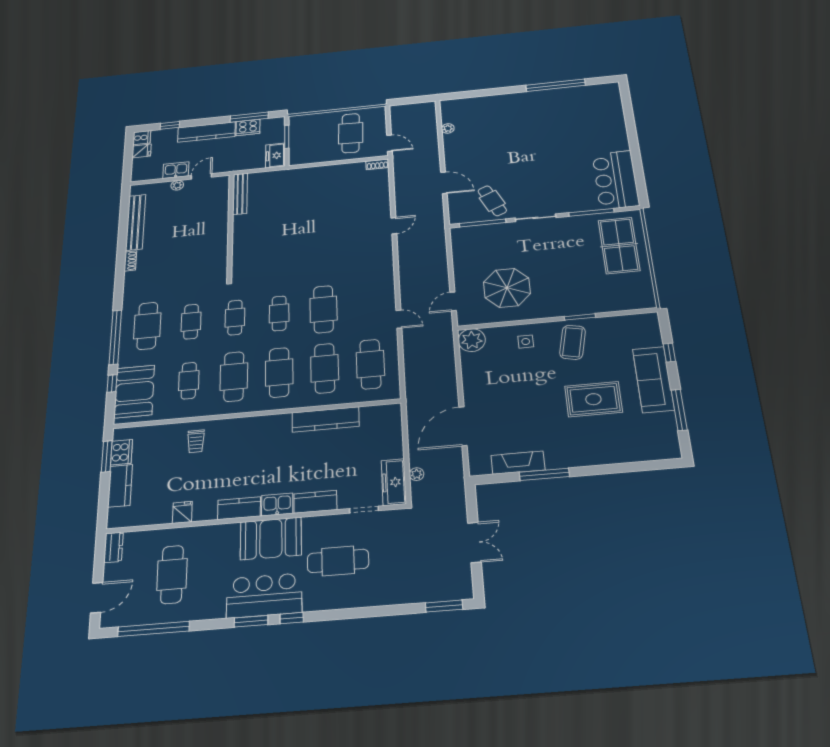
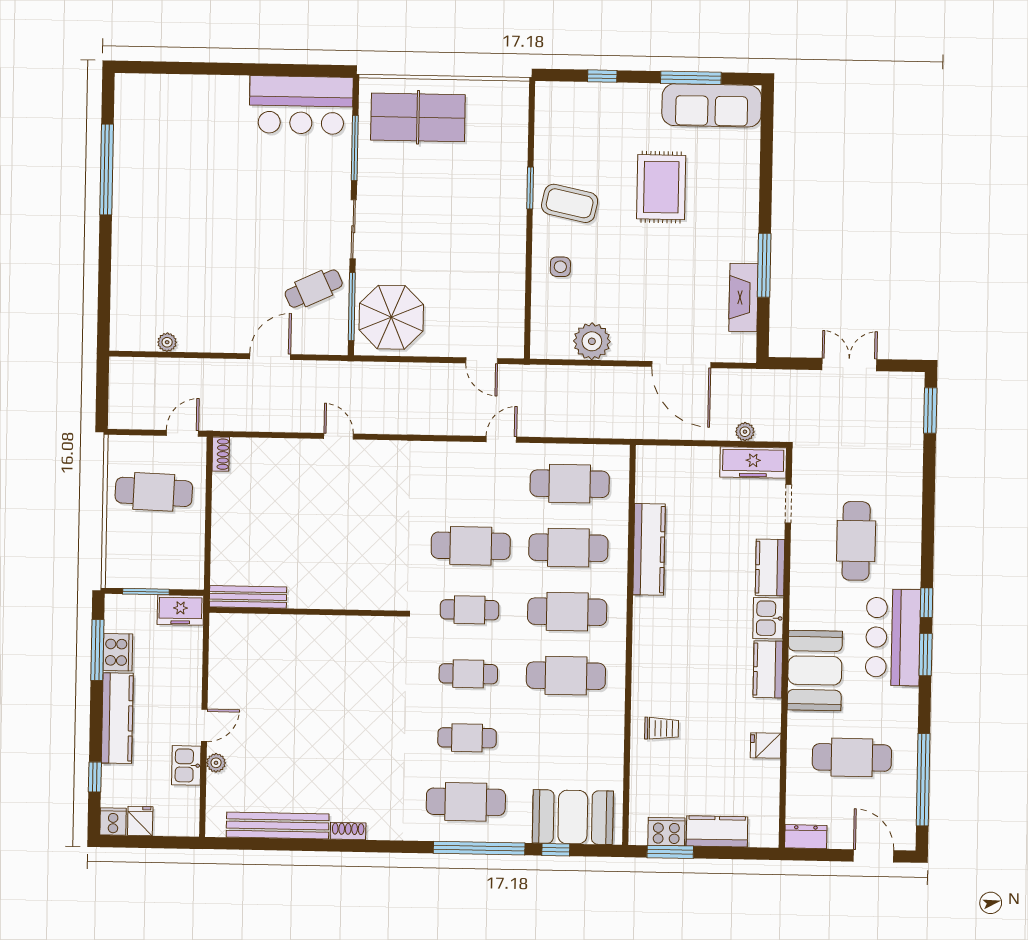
door: (201, 176) -> (204, 725), swing flipped
bench: (240, 194) -> (248, 597), moved
wall: (230, 226) -> (307, 612), moved
parasol: (507, 288) -> (391, 317), moved
plant: (472, 340) -> (592, 341), moved
sofa: (653, 379) -> (712, 105), moved
cafe table: (189, 381) -> (565, 740), removed
booth: (271, 538) -> (815, 670), moved

